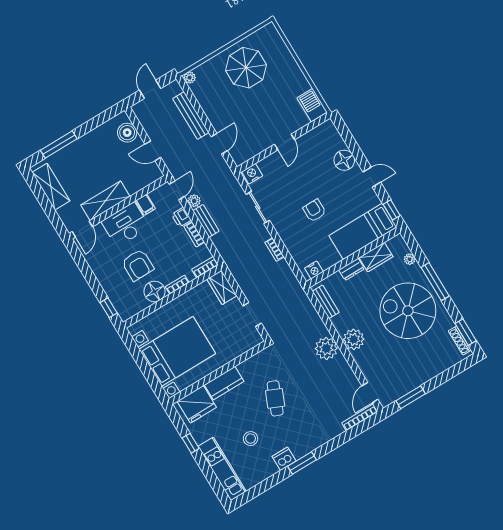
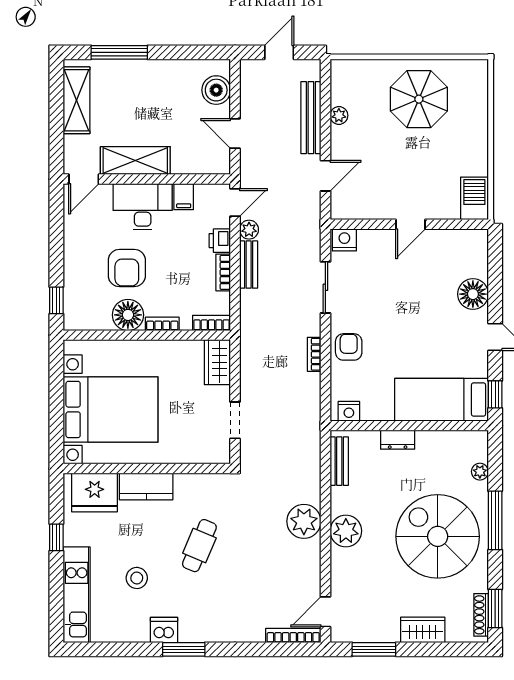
plant: (190, 78) -> (339, 115), moved
armchair: (314, 211) -> (349, 347), moved
wardrobe: (376, 257) -> (423, 630), moved, turned 180

